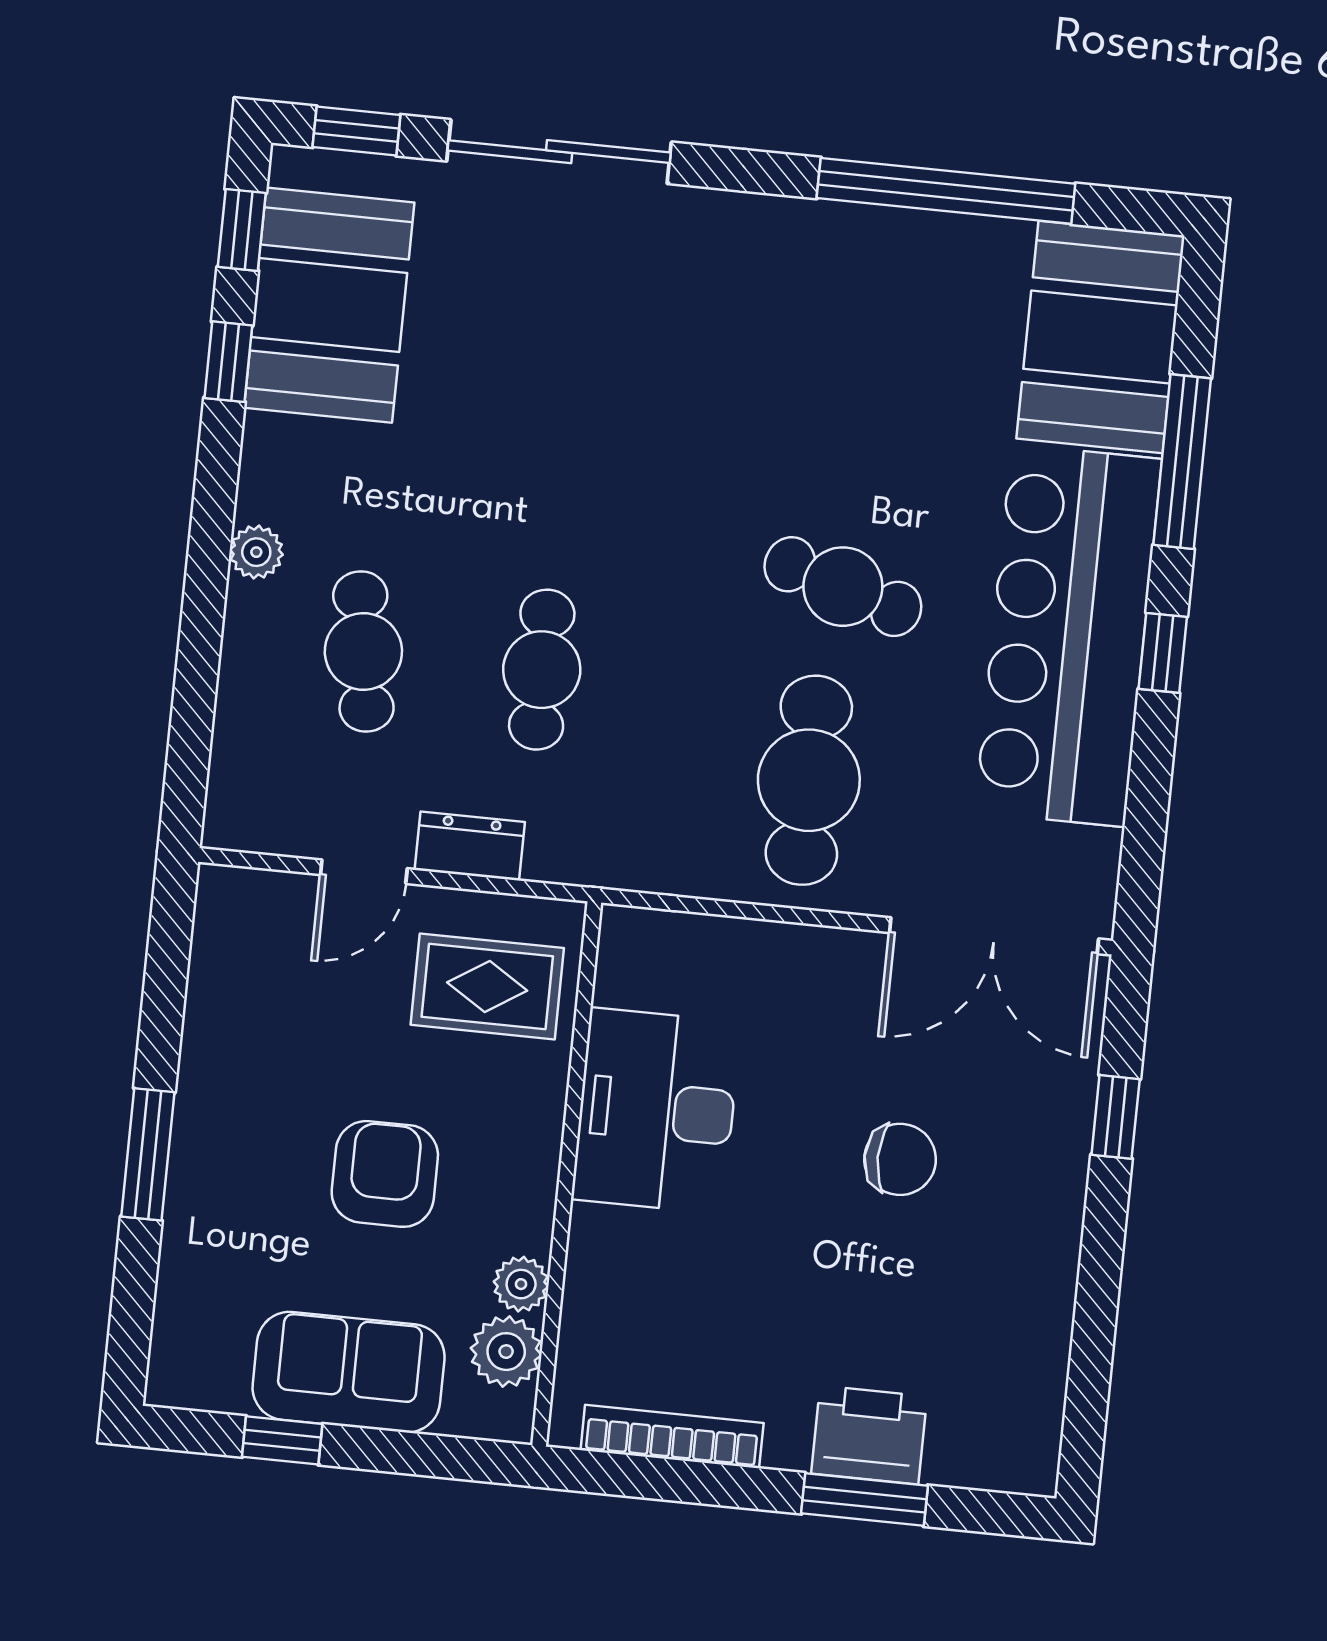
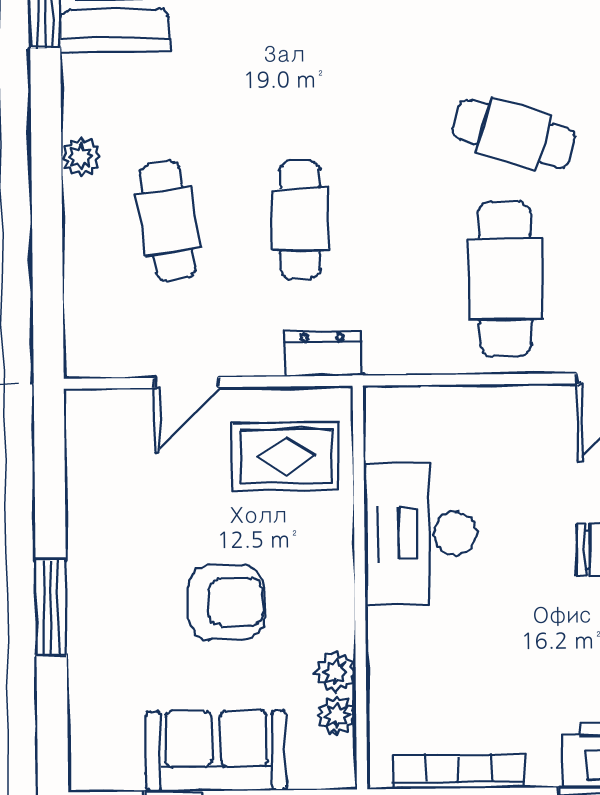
dresser: (470, 846) -> (322, 354), moved
armchair: (385, 1174) -> (227, 602), turned 90
plant: (506, 1352) -> (337, 715), width x0.73, depth x0.73

